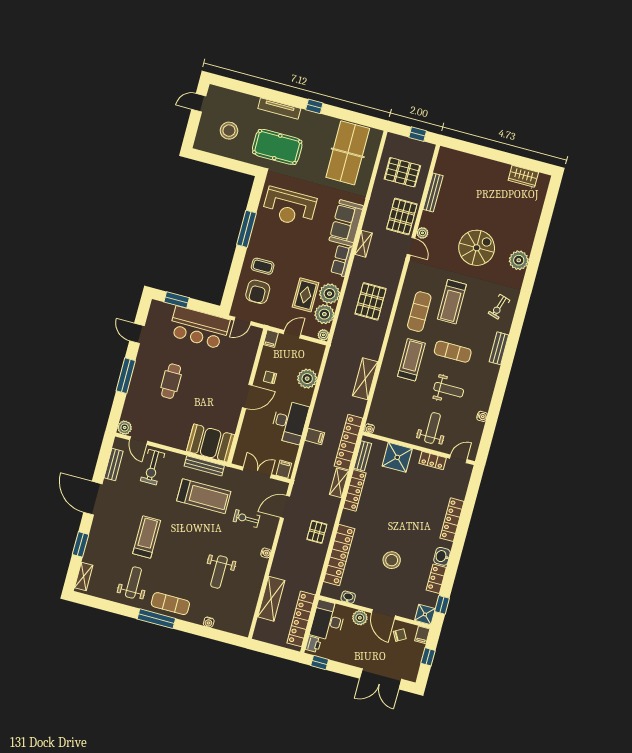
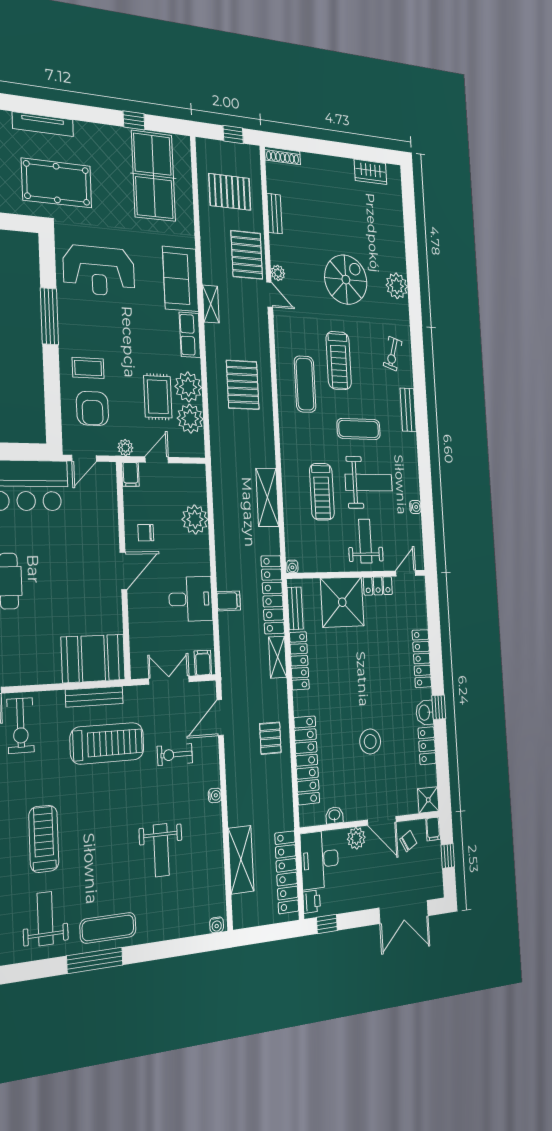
window: (314, 106) -> (134, 120), moved
shoe rack: (453, 154) -> (283, 156), added
bench: (433, 193) -> (275, 214), width x0.73
plant: (323, 335) -> (125, 448), moved
treadmill: (411, 360) -> (322, 492), moved, turned 180
weight bench: (449, 390) -> (369, 483), width x1.36, depth x1.33
desk: (289, 422) -> (191, 599), width x0.73
shower: (397, 457) -> (342, 602), width x1.37, depth x1.37
window: (442, 605) -> (439, 707), moved
water cooler: (209, 622) -> (217, 925), moved

